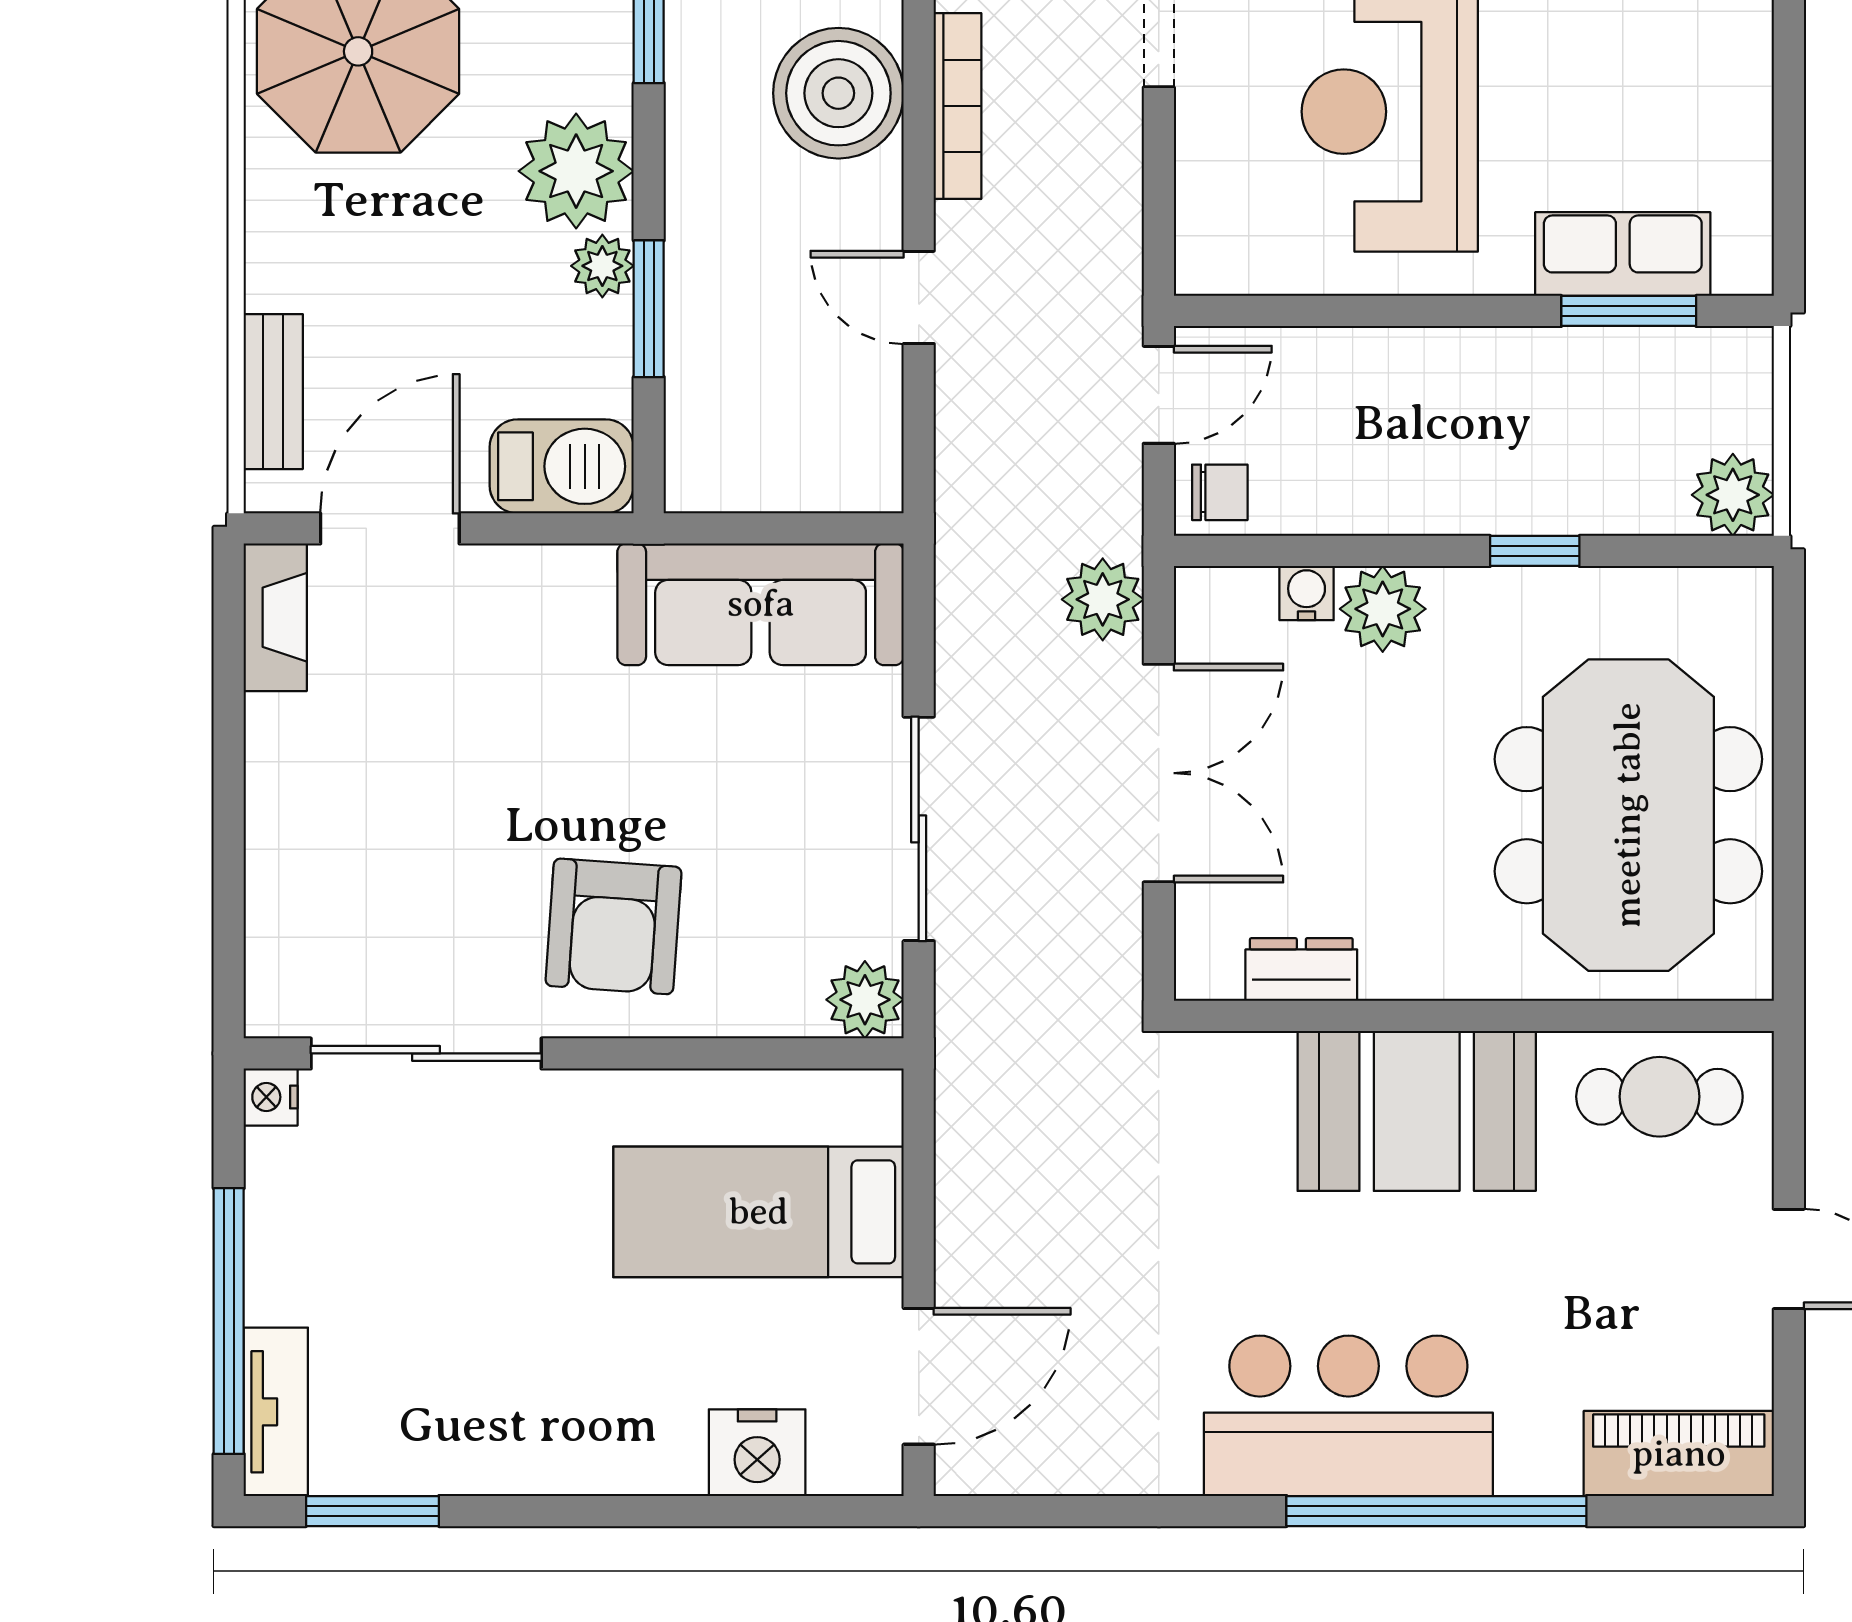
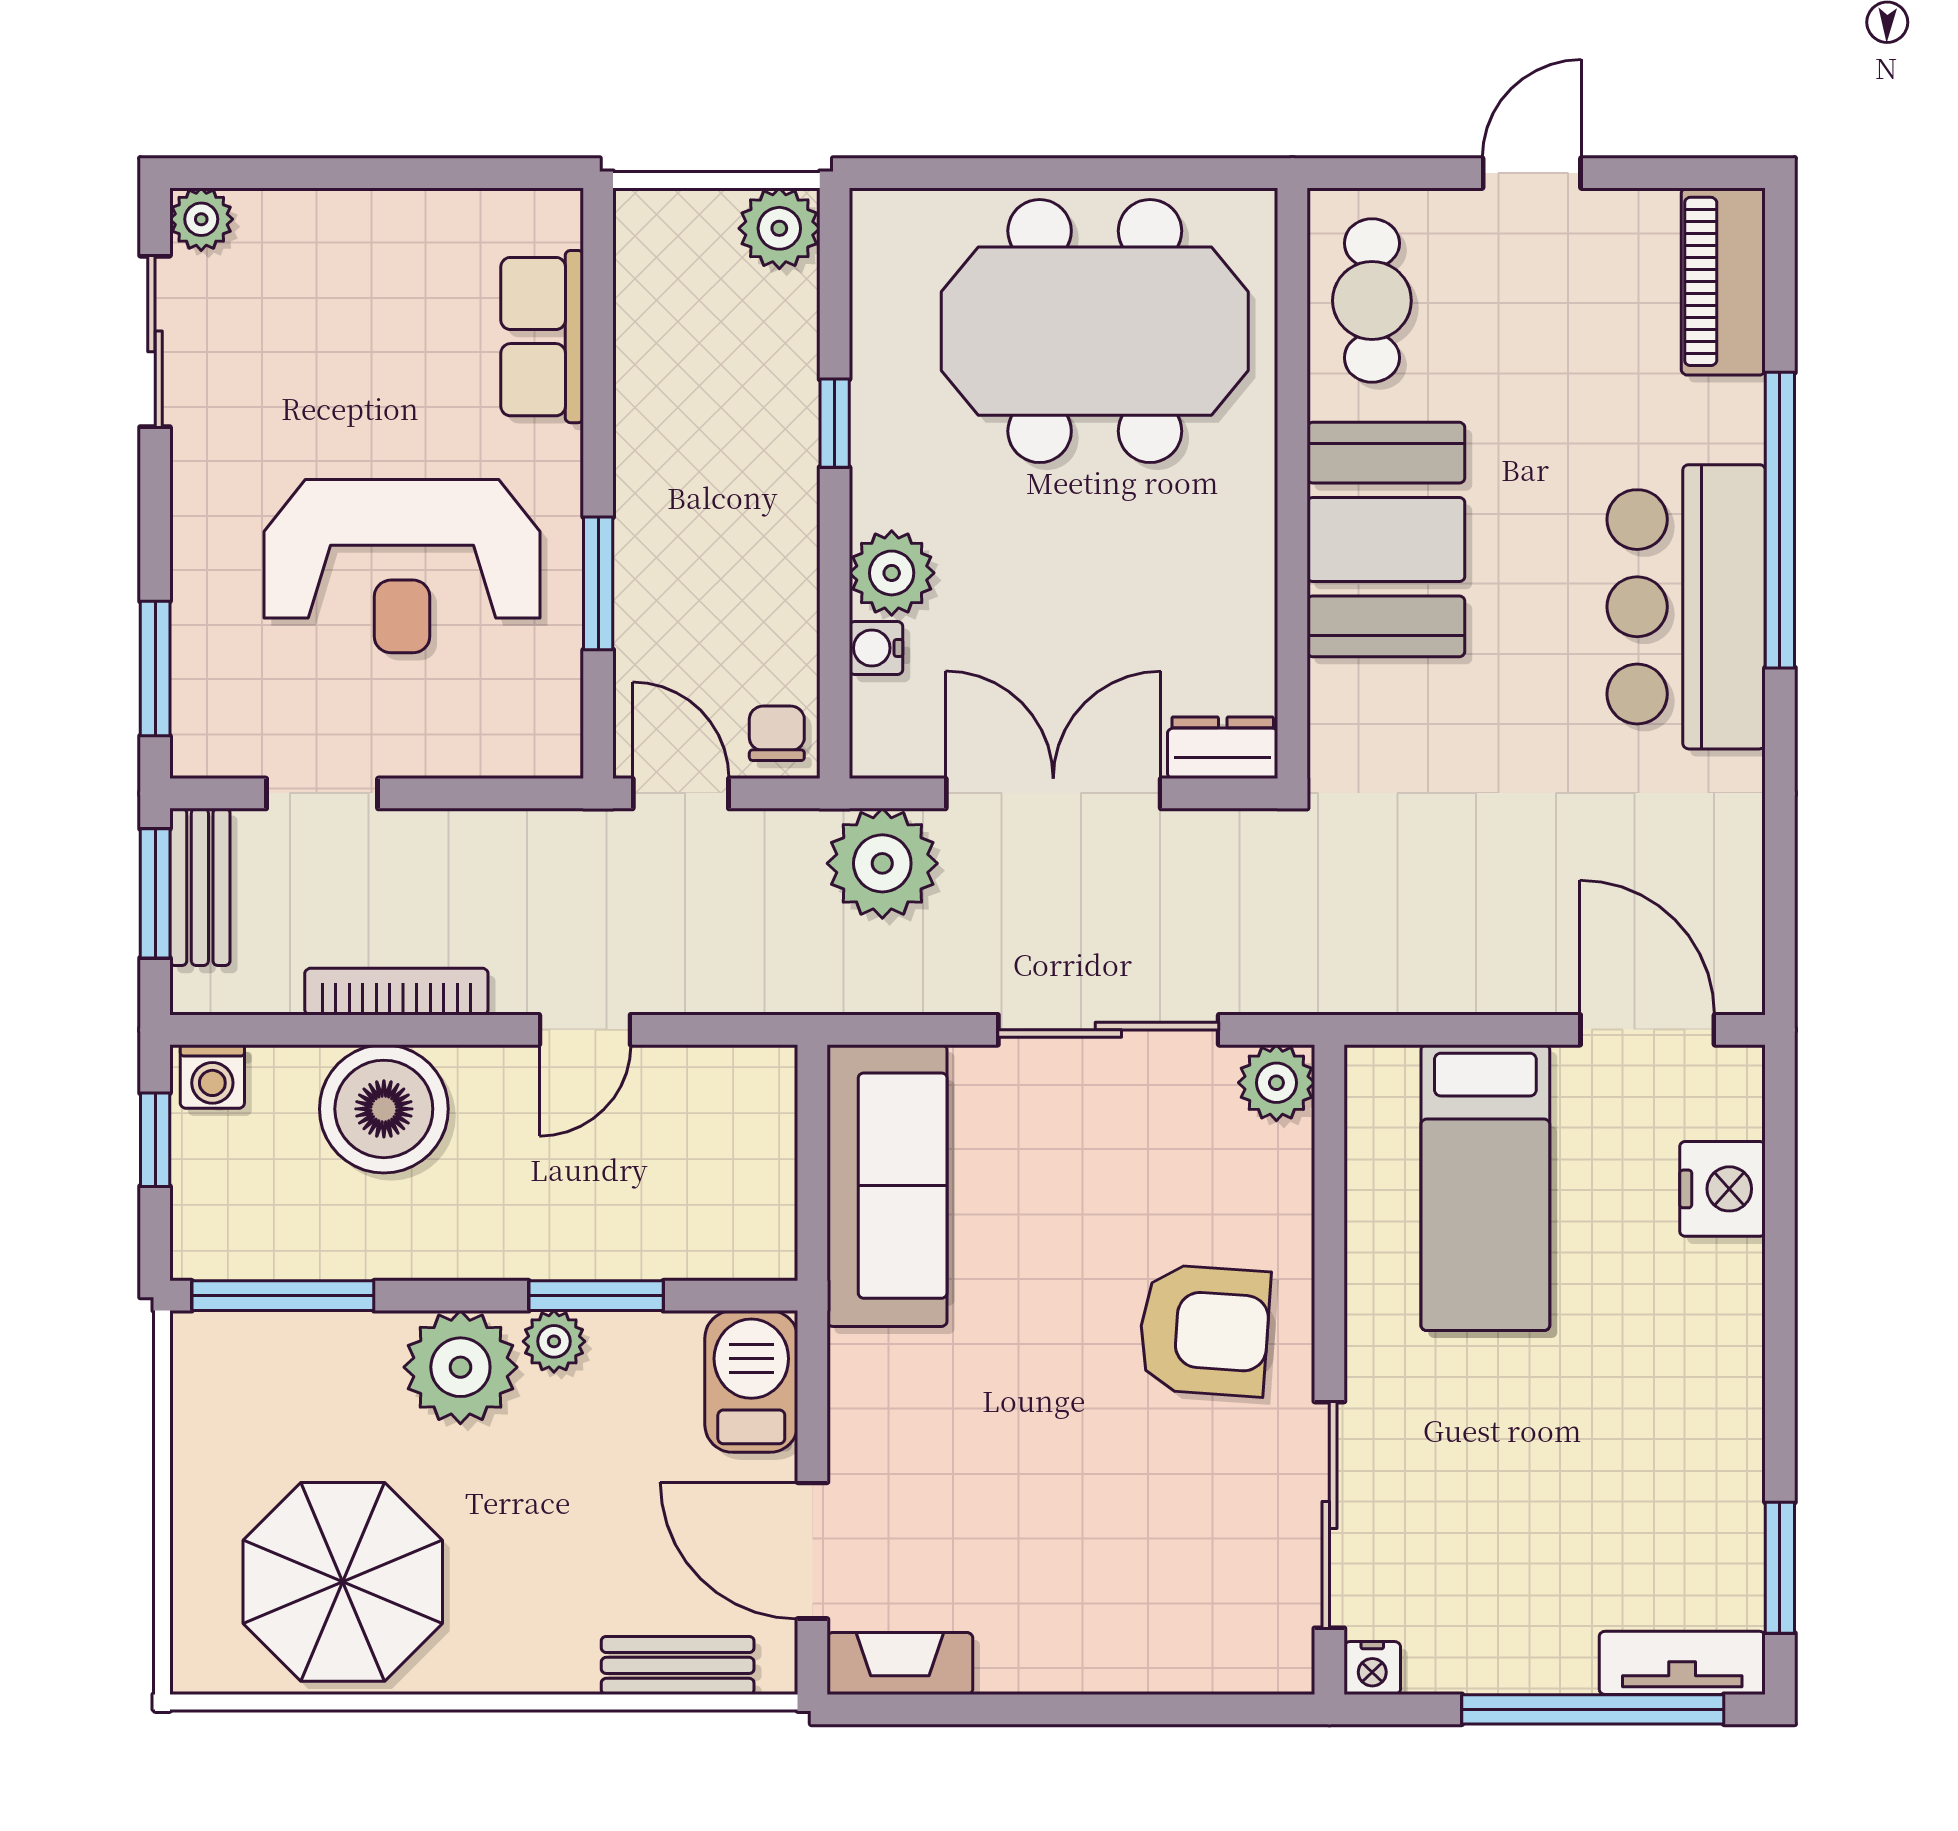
window: (1629, 311) -> (598, 583), moved
plant: (1103, 599) -> (882, 863), width x1.36, depth x1.36
dresser: (1301, 970) -> (1223, 748), moved, turned 90

